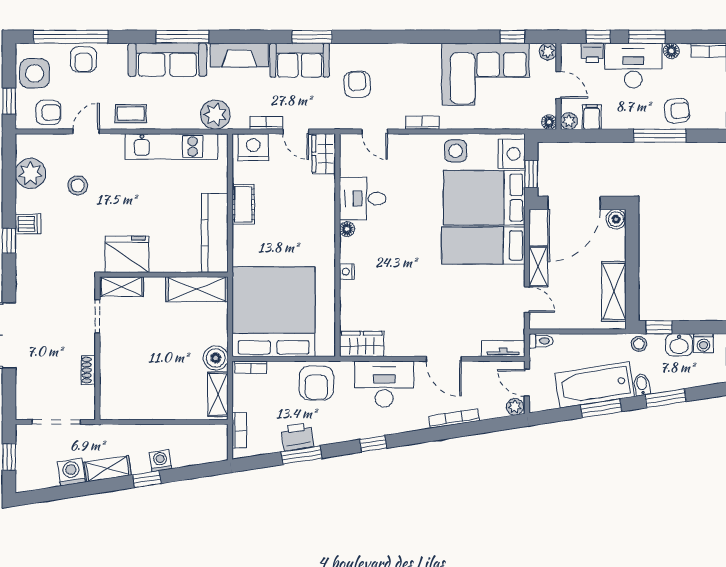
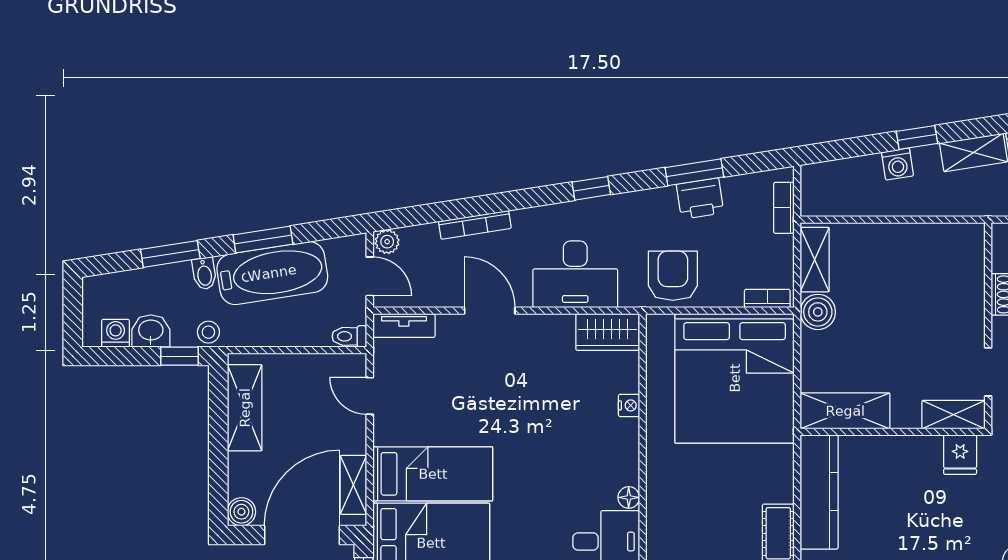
fridge: (127, 254) -> (960, 455), width x0.53, depth x0.75
shelving: (538, 266) -> (353, 485), moved
nightstand: (347, 272) -> (629, 405), moved

